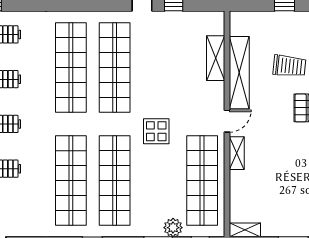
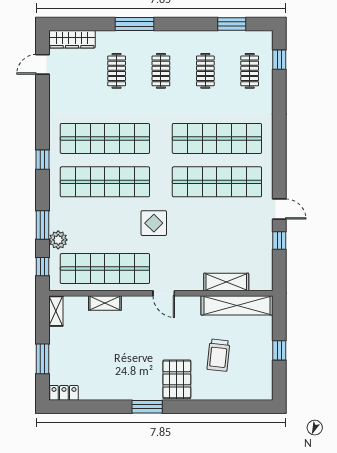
shelving: (239, 73) -> (237, 305), moved
shelving: (237, 153) -> (105, 303), moved

